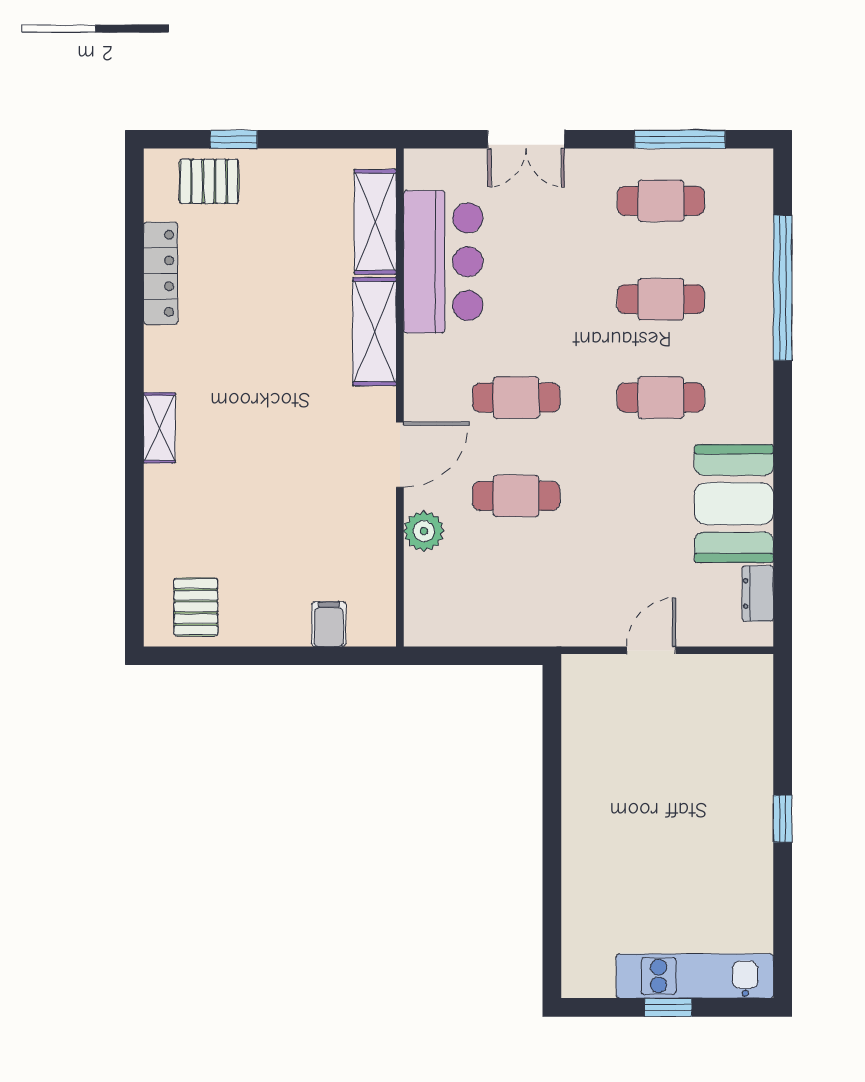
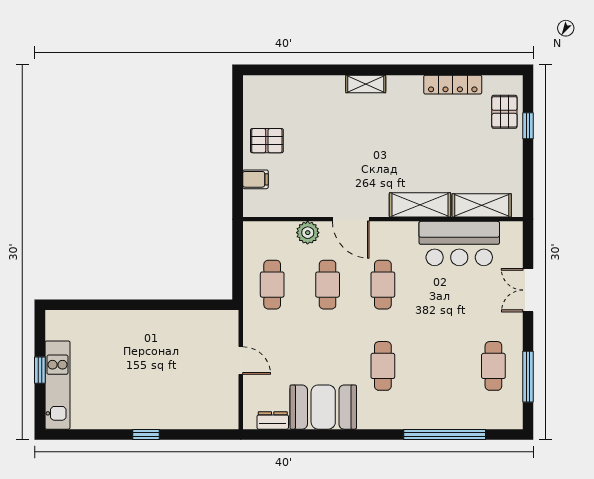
cafe table: (661, 299) -> (272, 285), moved
pallet: (196, 607) -> (267, 141), moved

